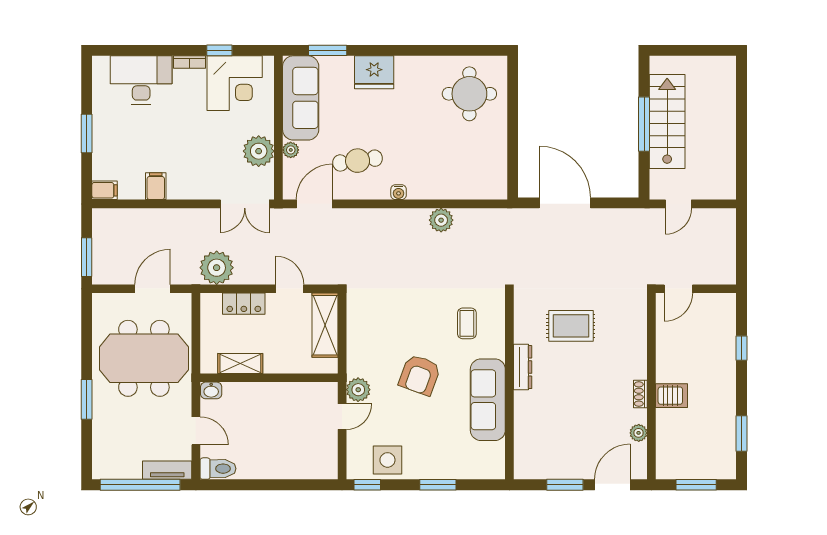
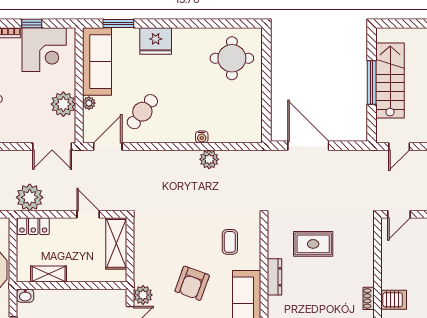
cafe table: (358, 161) -> (142, 112), turned -44
water cooler: (399, 192) -> (202, 137), moved
locker: (244, 304) -> (33, 226), moved

